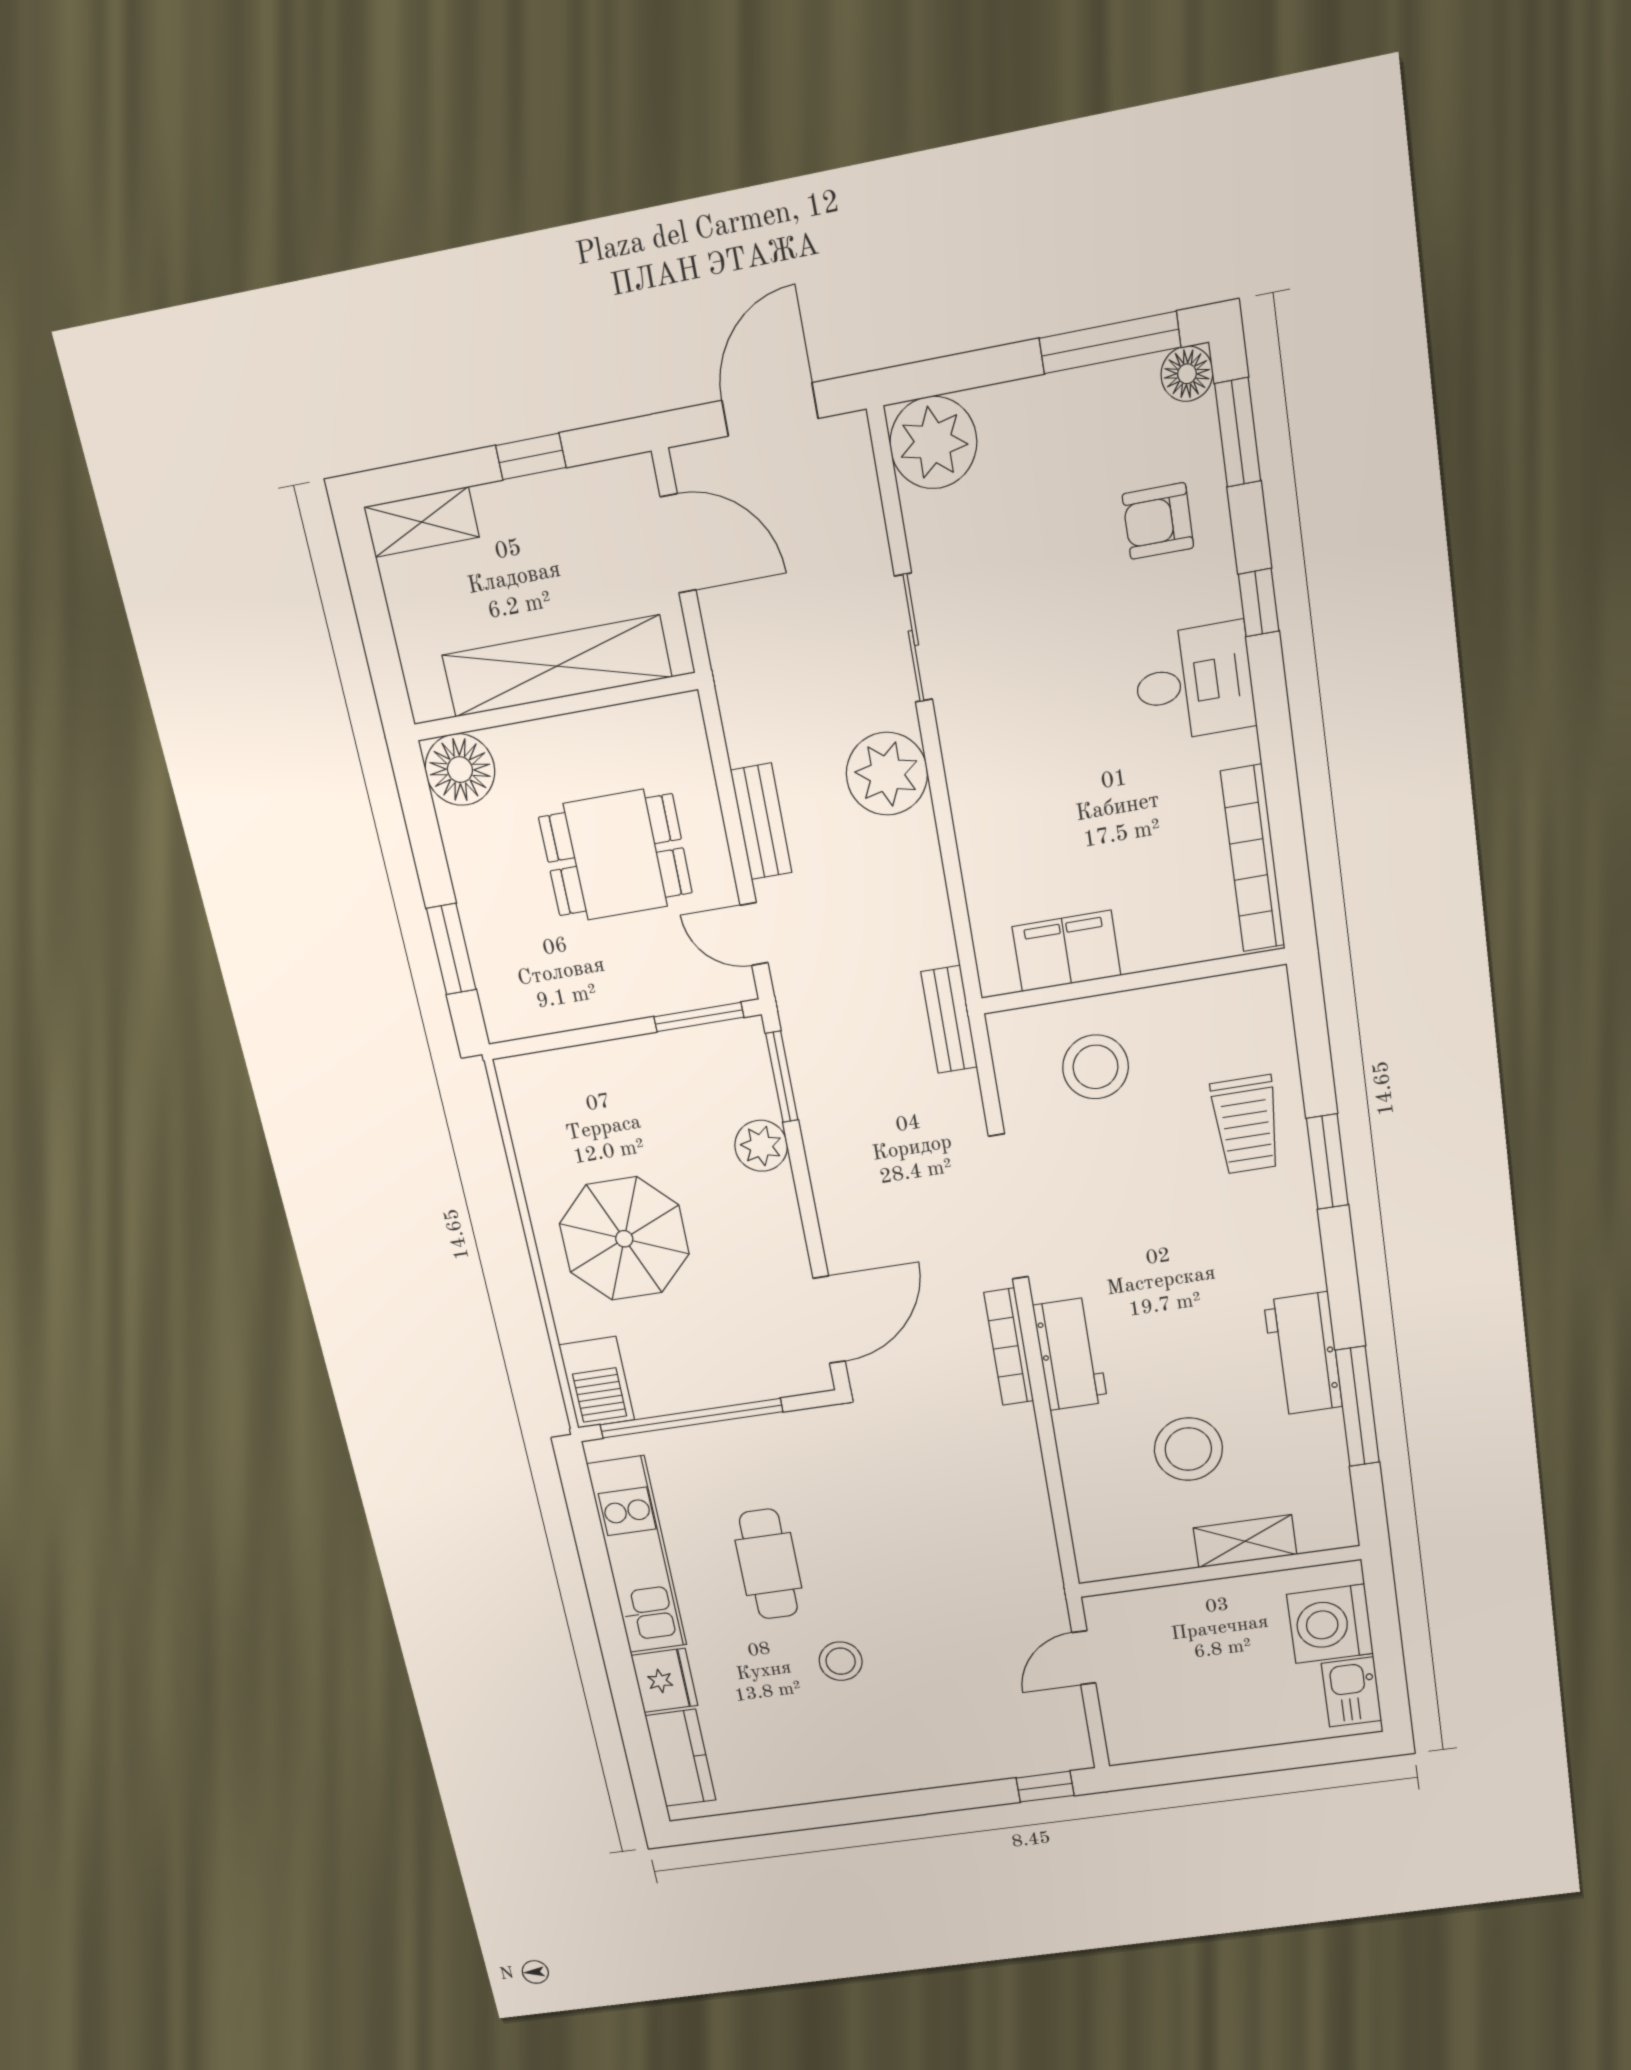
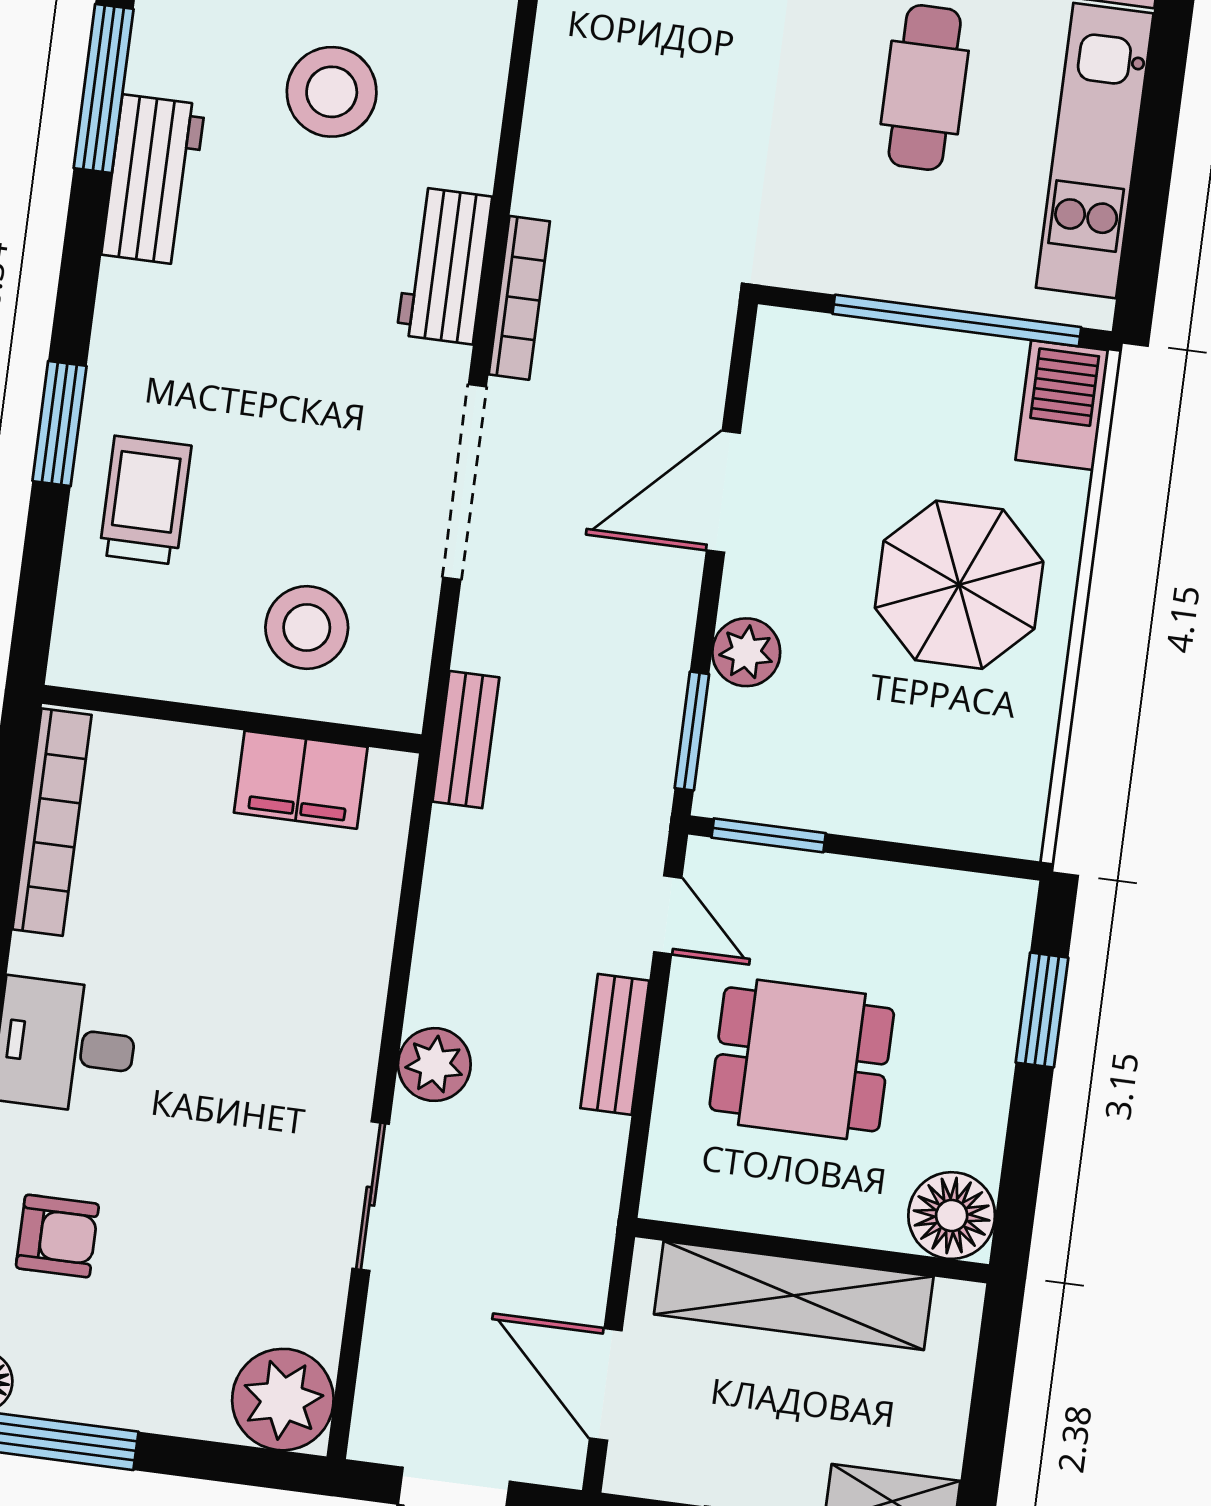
plant: (887, 774) -> (434, 1065), width x0.73, depth x0.73
door: (829, 1320) -> (723, 492), moved

